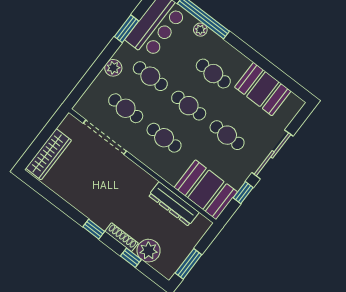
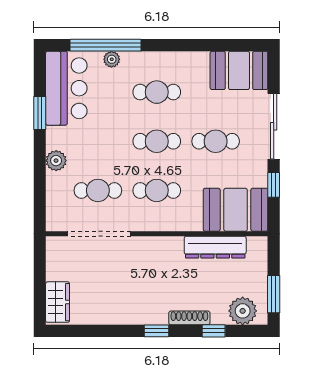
cafe table: (150, 76) -> (98, 141), removed
booth: (263, 89) -> (239, 70), moved
wardrobe: (49, 154) -> (58, 302), width x0.67
plant: (149, 251) -> (243, 311), moved

